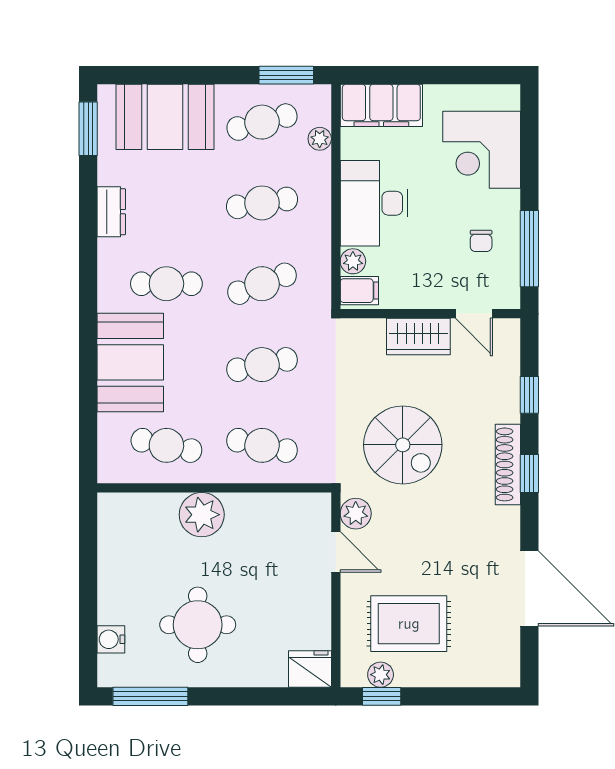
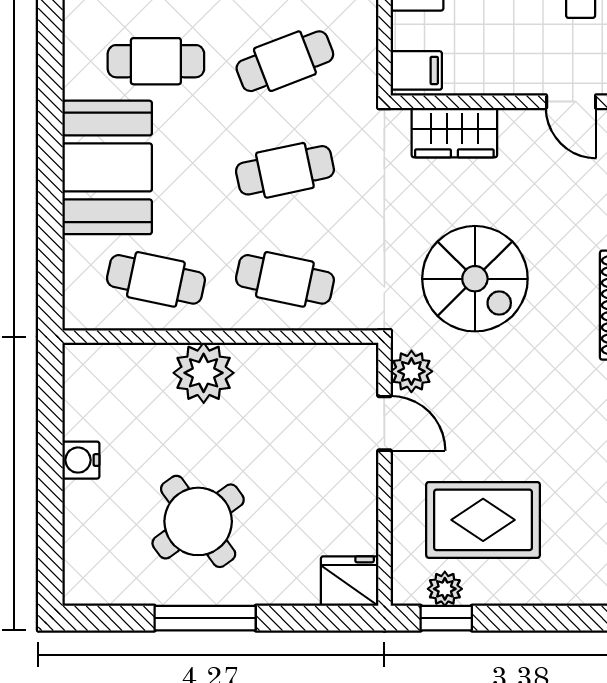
plant: (353, 261) -> (408, 31), removed
wardrobe: (418, 337) -> (454, 133), moved
round table: (198, 625) -> (198, 521), turned -36
water cooler: (111, 639) -> (81, 460), moved
window: (150, 696) -> (205, 618), moved

